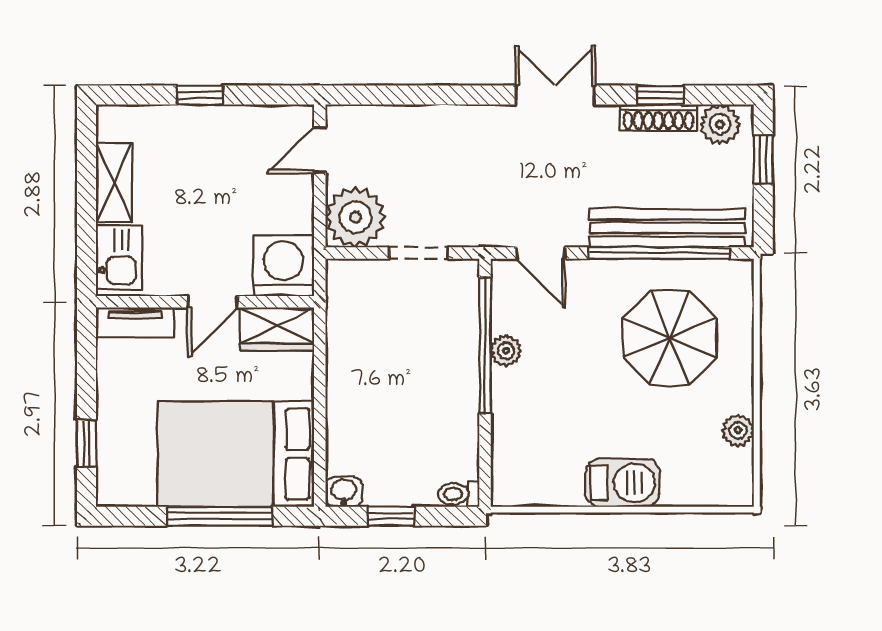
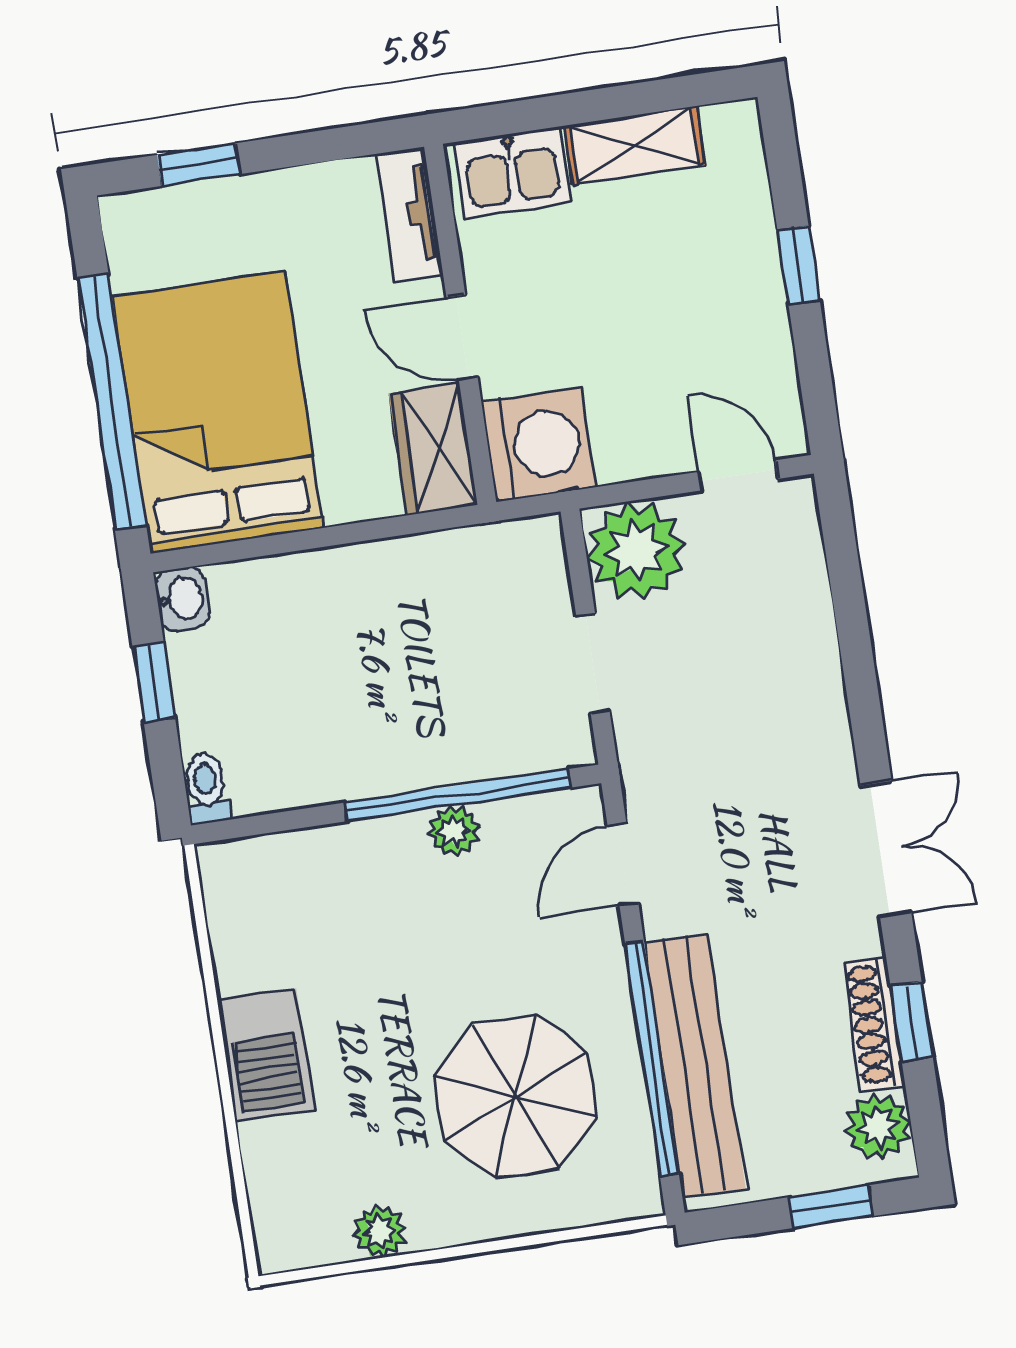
window: (220, 516) -> (112, 401), width x1.46

